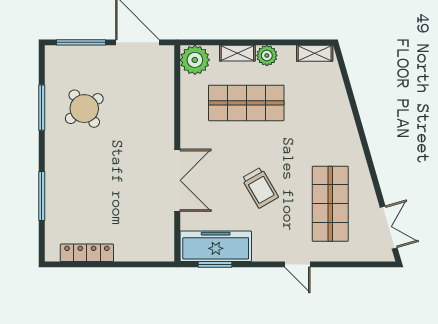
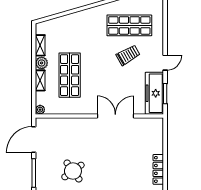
shelving: (315, 53) -> (40, 45), moved
plant: (195, 60) -> (40, 110), width x0.53, depth x0.53
trolley: (260, 188) -> (128, 55), moved
door: (297, 264) -> (165, 63), moved

